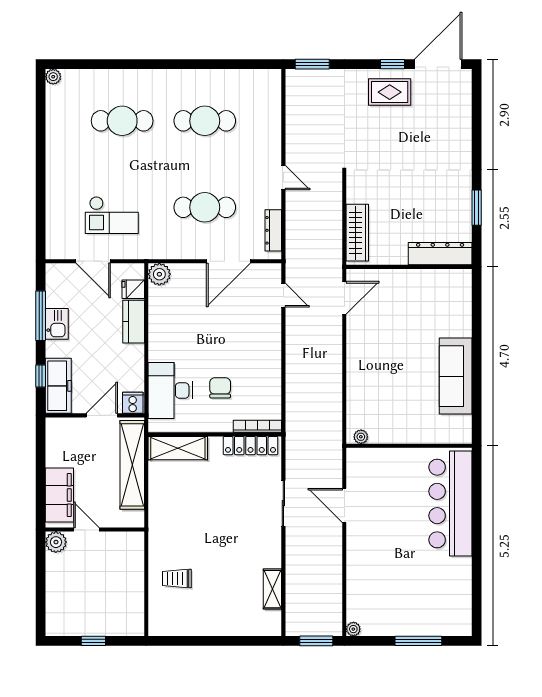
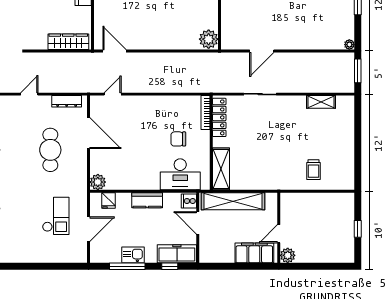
kitchen counter: (134, 322) -> (147, 200), moved
plant: (361, 437) -> (209, 39), width x1.87, depth x1.87

